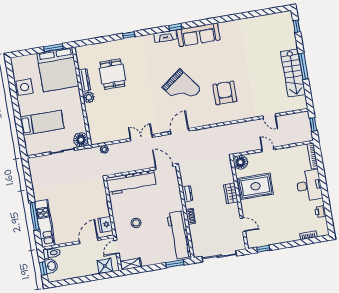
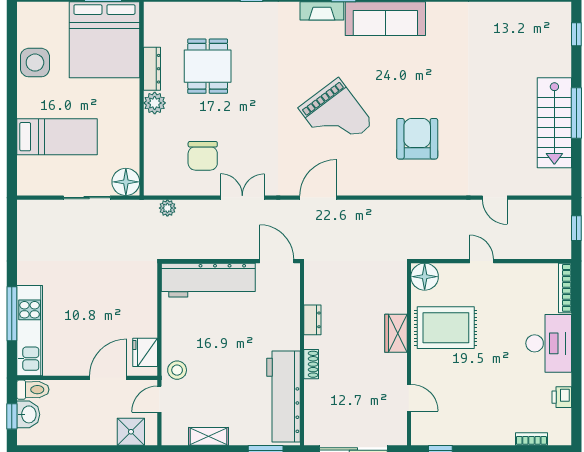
chair: (118, 120) -> (203, 156), added
stool: (136, 223) -> (177, 370), moved
shelving: (131, 264) -> (209, 436), moved

